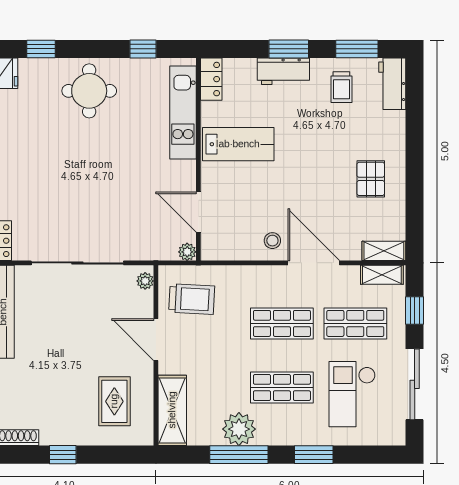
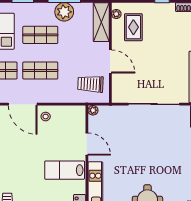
door: (198, 212) -> (87, 144), moved
plant: (145, 281) -> (116, 14), moved

